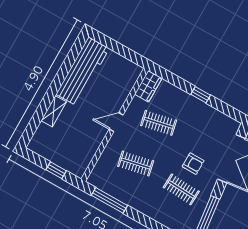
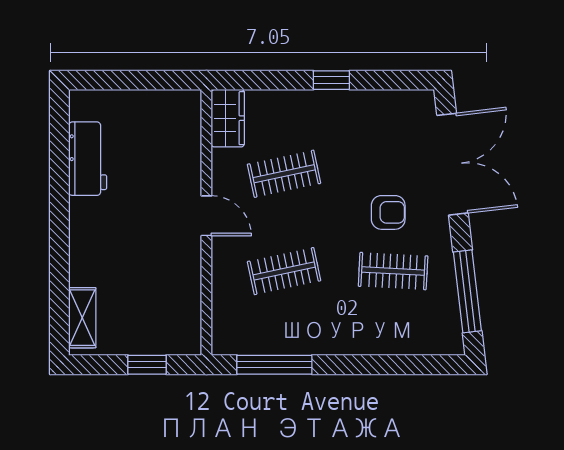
workbench: (83, 71) -> (88, 159), width x0.53, depth x0.76
shelving: (54, 111) -> (82, 318), moved
door: (116, 122) -> (206, 216), swing flipped

